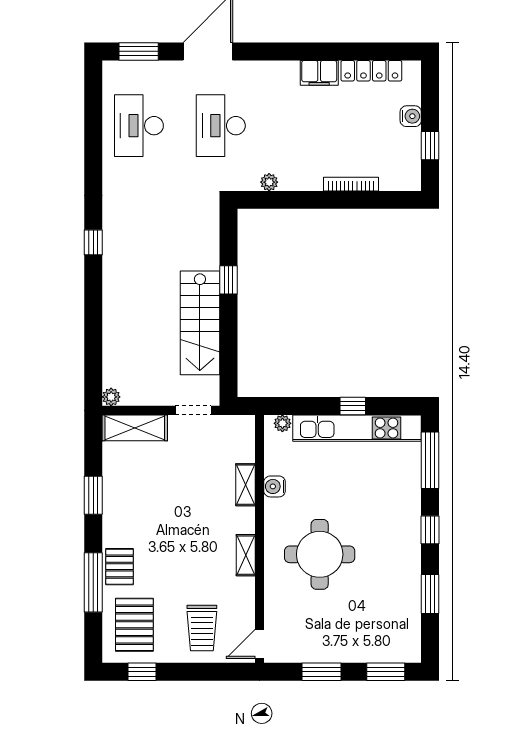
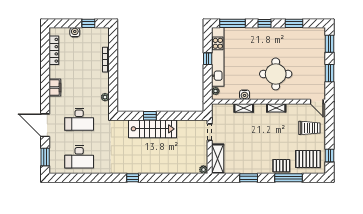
filing cabinet: (319, 73) -> (55, 88), moved
stairs: (200, 323) -> (152, 129), moved

